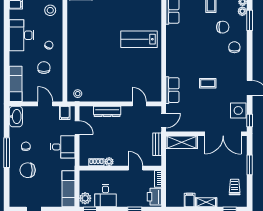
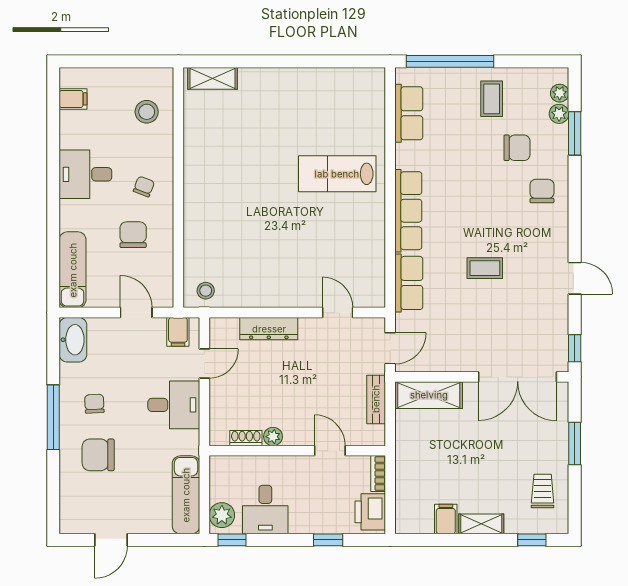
desk: (22, 35) -> (85, 174), width x0.73
row of seats: (172, 56) -> (408, 211), added
side table: (238, 110) -> (550, 327), removed
door: (77, 128) -> (204, 363), hinge flipped

